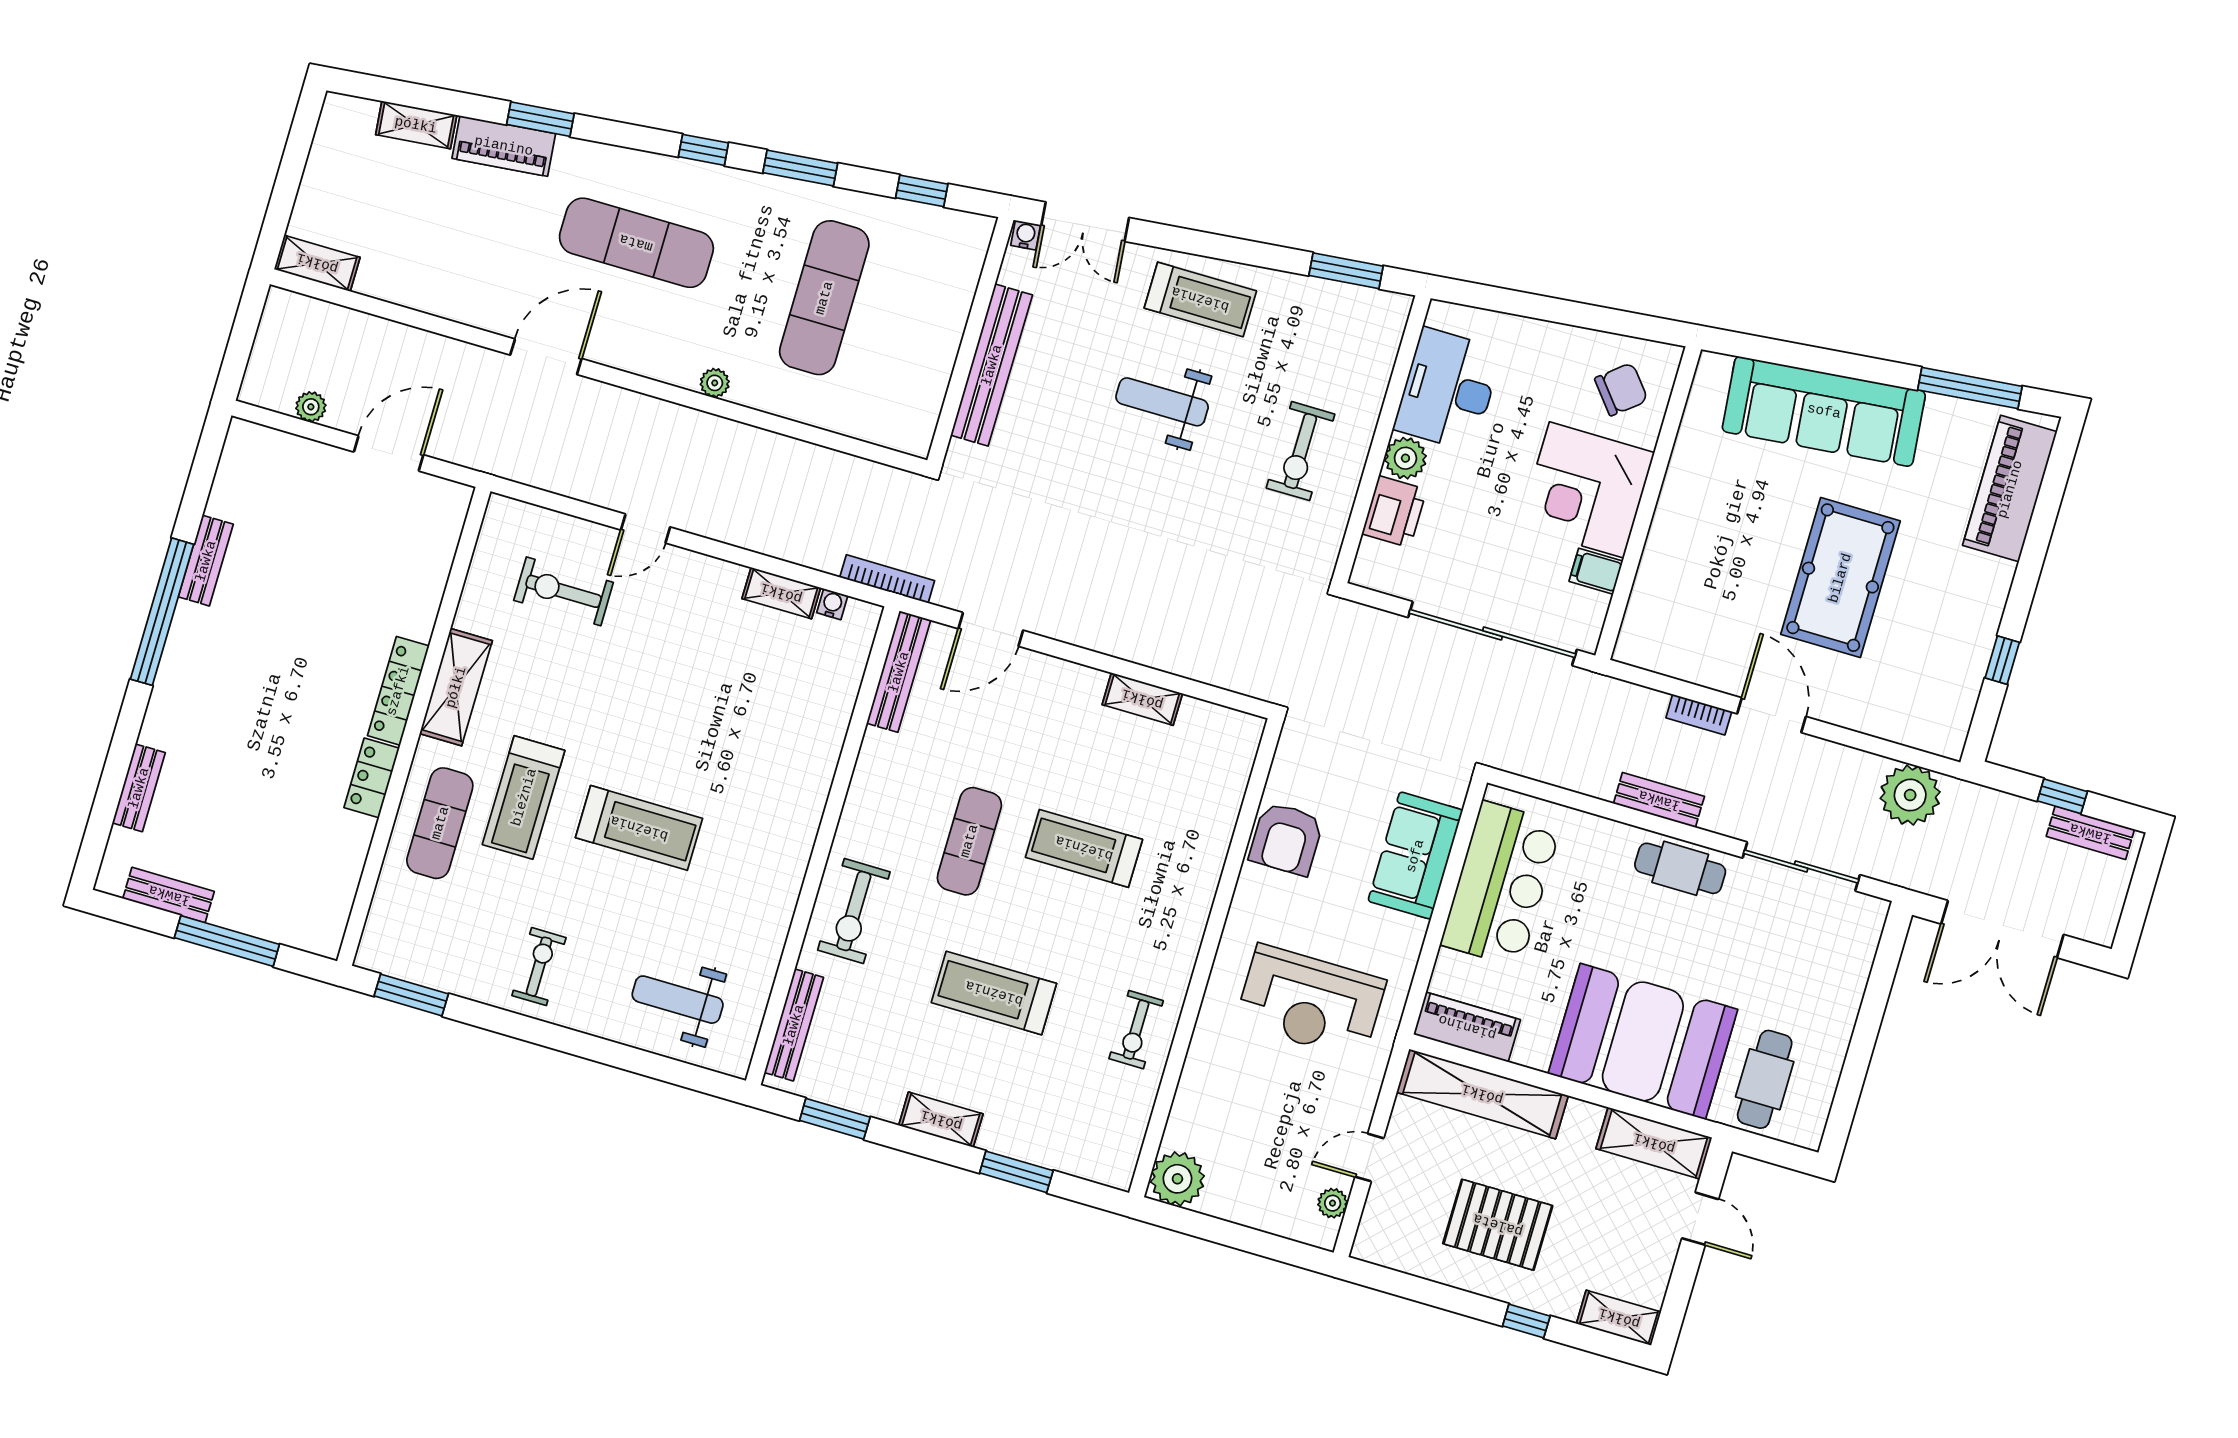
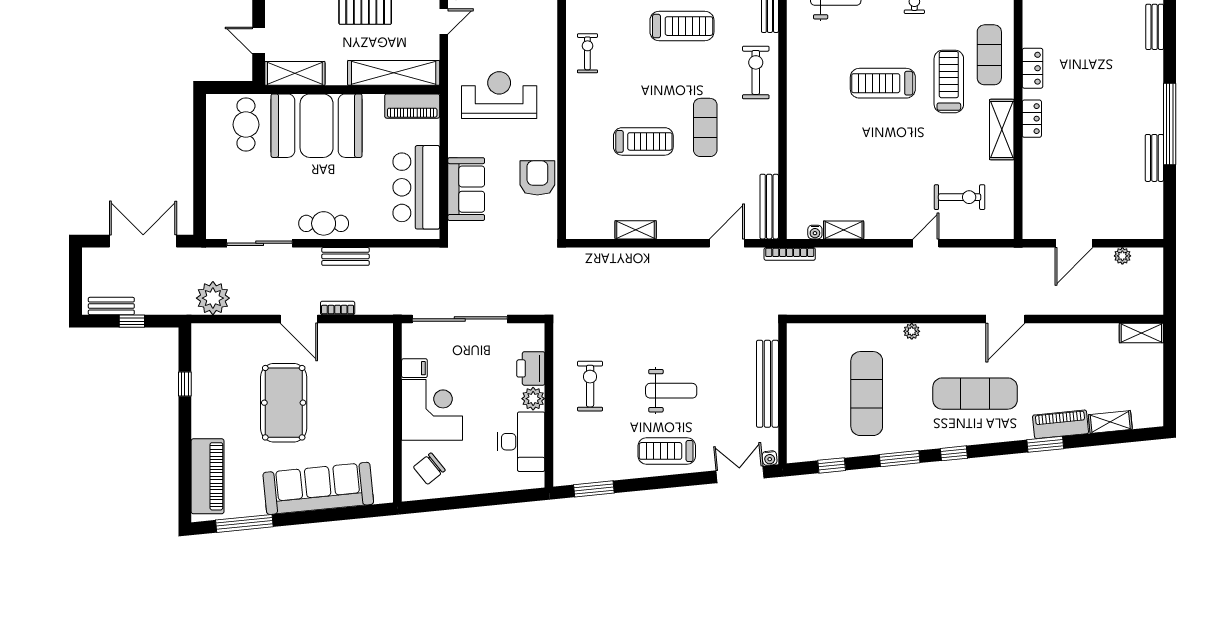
locker: (398, 691) -> (1032, 119), width x0.66
treadmill: (994, 993) -> (682, 26), moved

